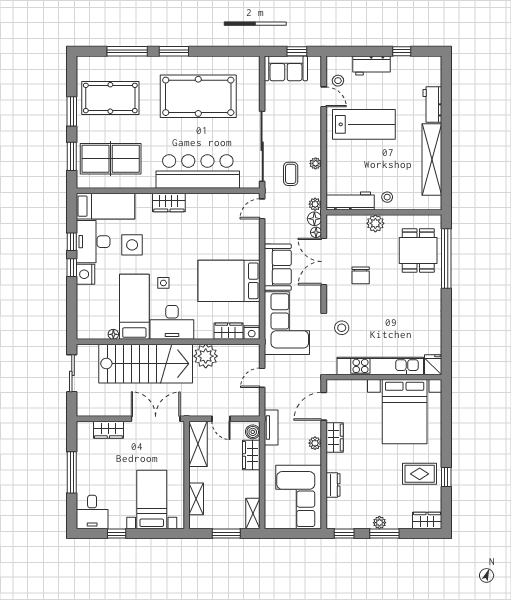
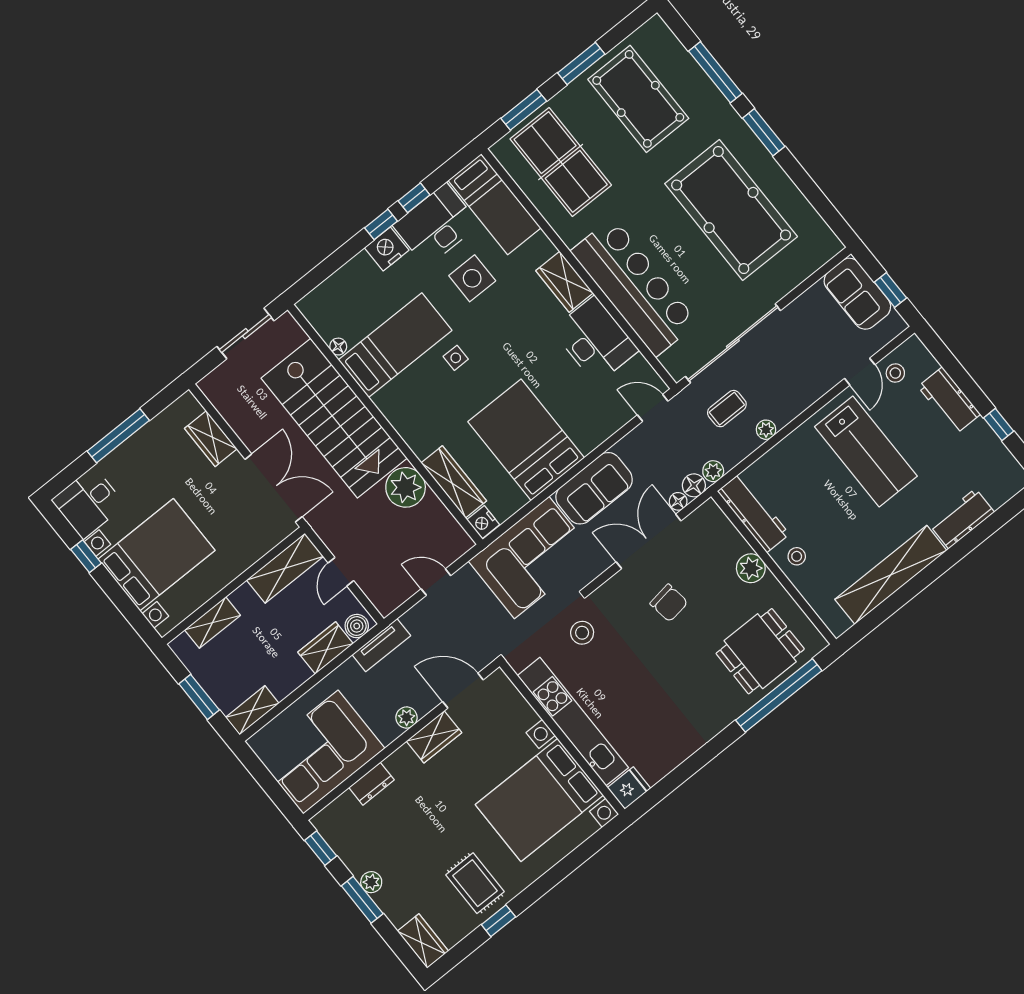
chair: (361, 275) -> (669, 603), turned -98
desk: (172, 322) -> (595, 340), moved, turned 180
wardrobe: (229, 331) -> (454, 482), width x1.50
bed with nightstands: (152, 500) -> (157, 555), width x1.36

